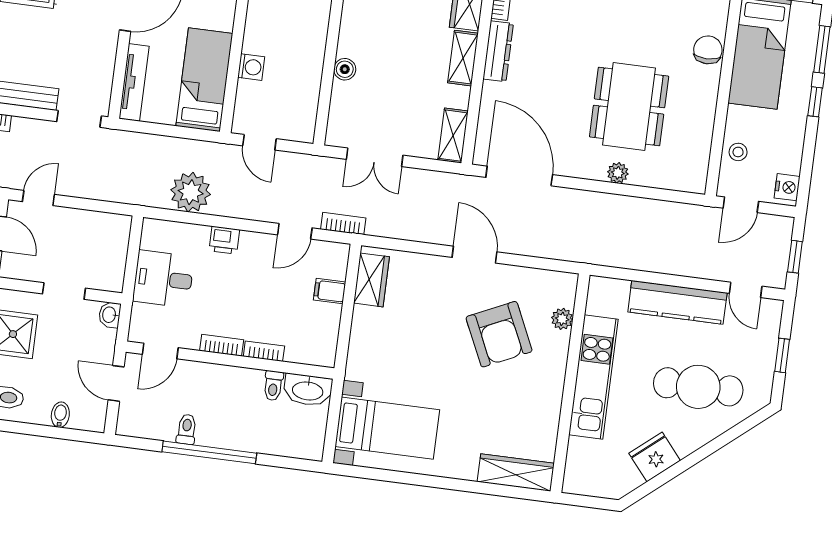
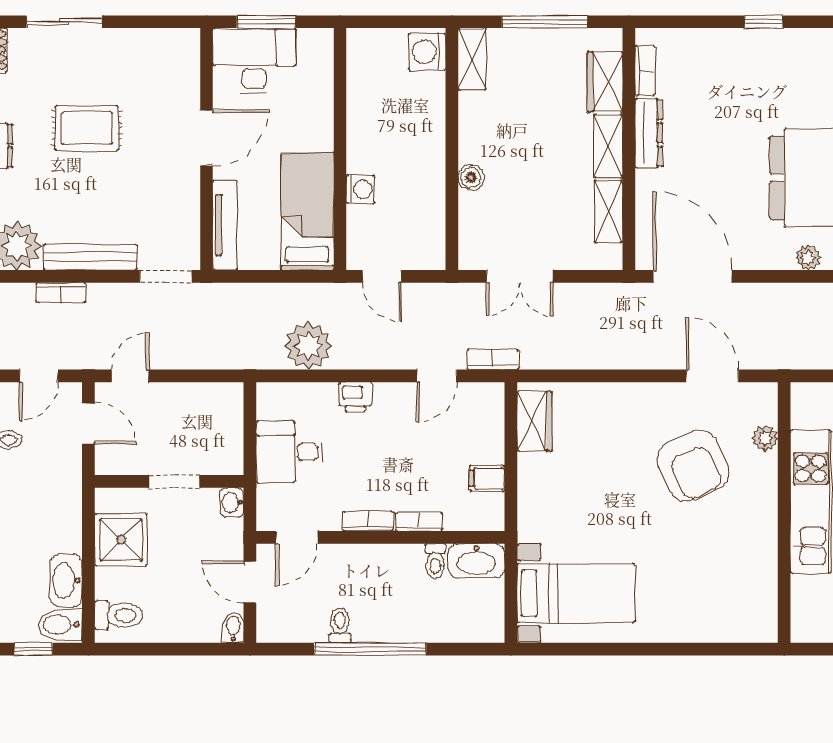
shelving: (453, 136) -> (609, 212), moved
door: (475, 255) -> (712, 376), moved
filing cabinet: (330, 291) -> (487, 478), moved
bidet: (60, 415) -> (233, 628), moved
wardrobe: (516, 472) -> (734, 626), removed

